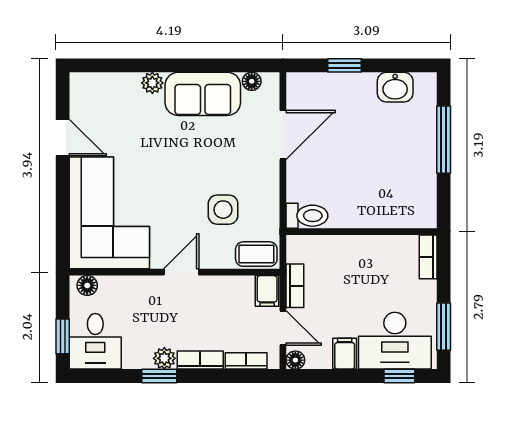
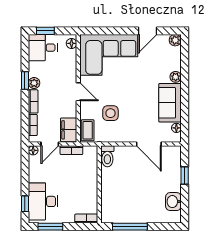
plant: (81, 84) -> (175, 40), added
window: (444, 140) -> (130, 227), moved
filing cabinet: (267, 291) -> (69, 130), width x2.00
filing cabinet: (345, 354) -> (36, 176), removed

